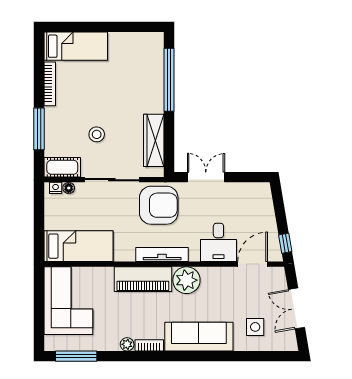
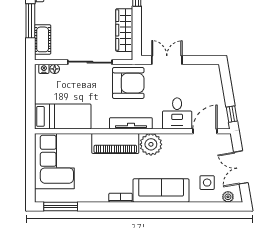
stool: (97, 134) -> (77, 25), removed
cot: (62, 167) -> (43, 39), moved, turned 90
plant: (127, 344) -> (228, 197), moved

